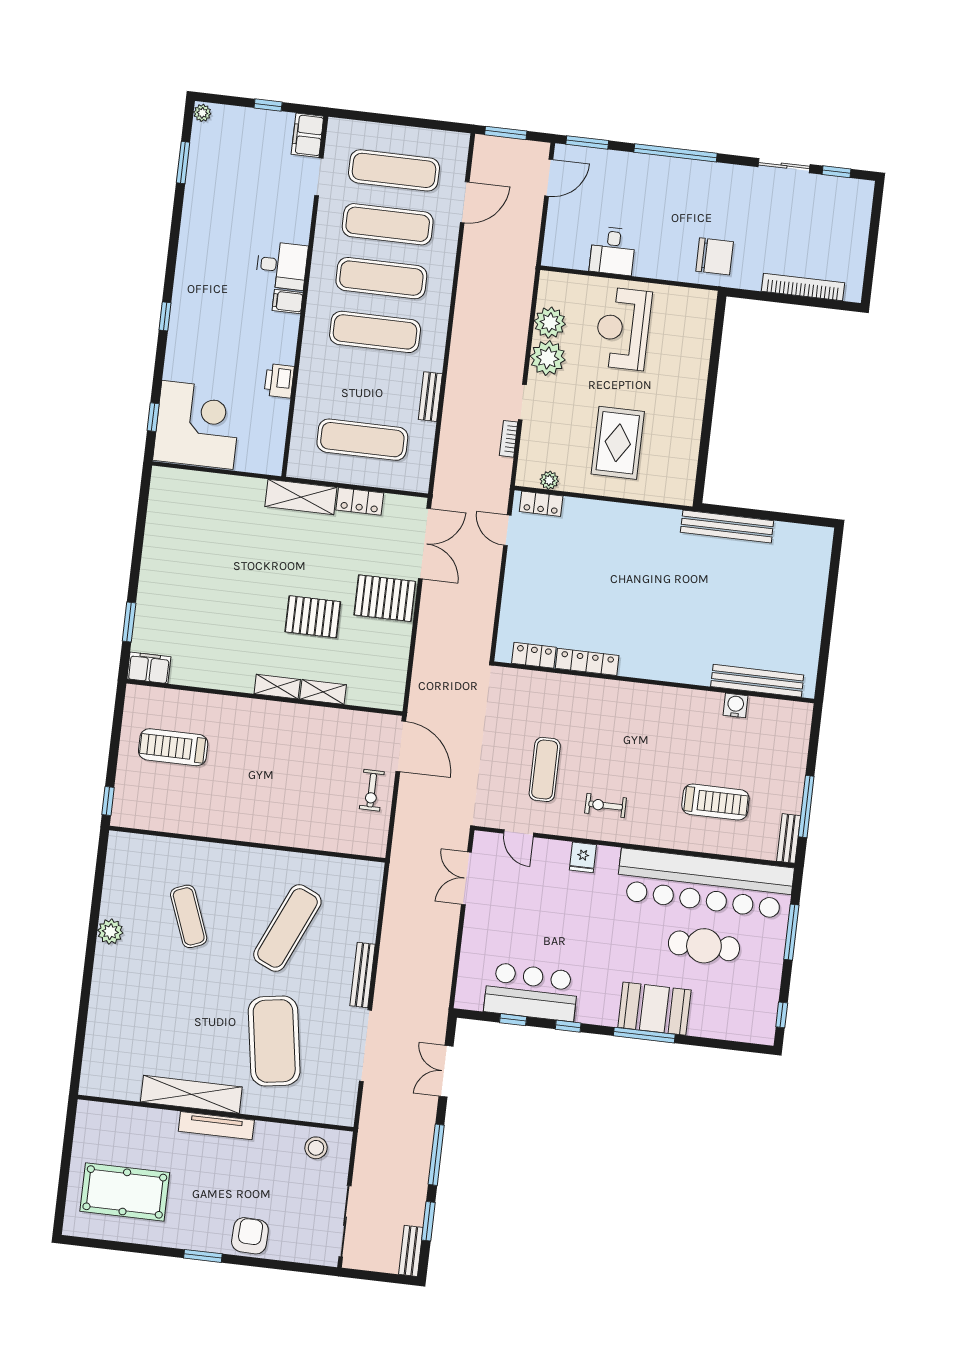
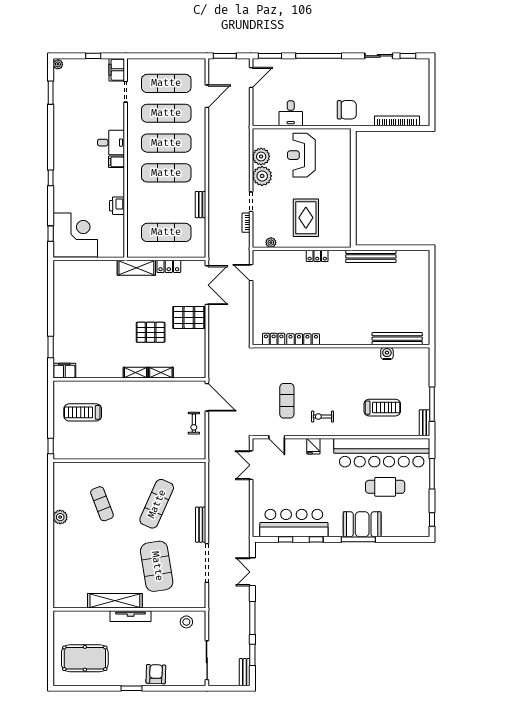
locker: (541, 504) -> (317, 256), moved
bar counter: (531, 992) -> (294, 523), width x1.36

